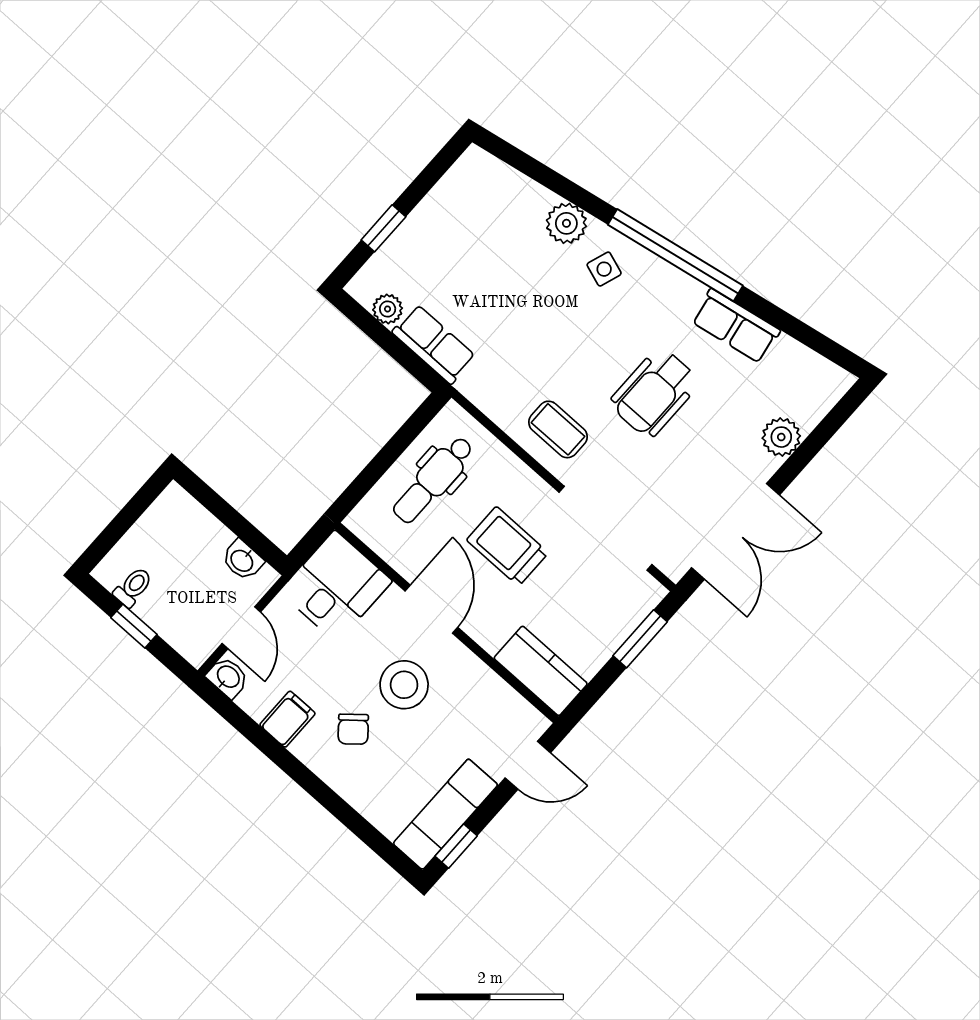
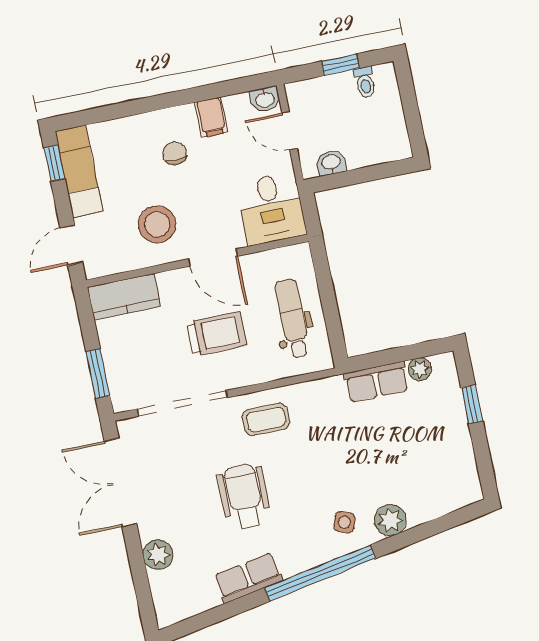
stool: (404, 685) -> (157, 224), moved
chair: (353, 729) -> (175, 153), turned 40

